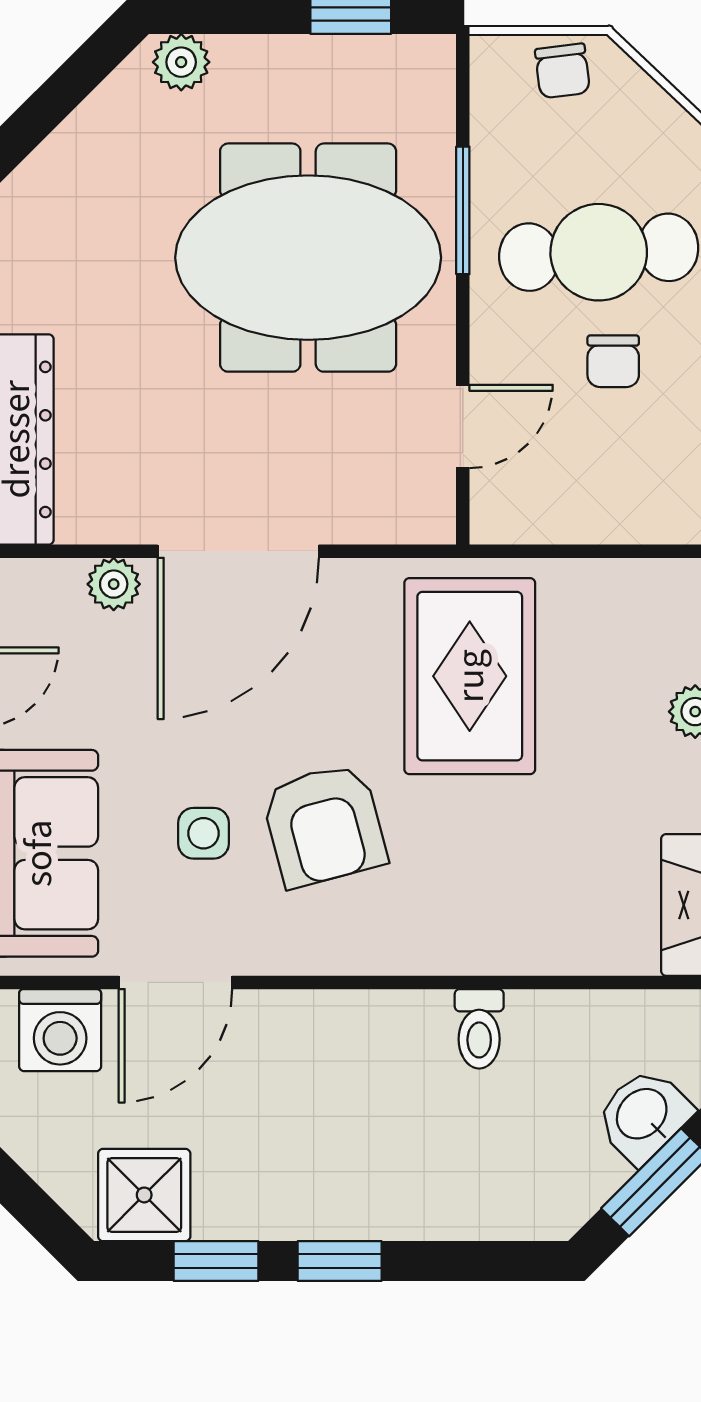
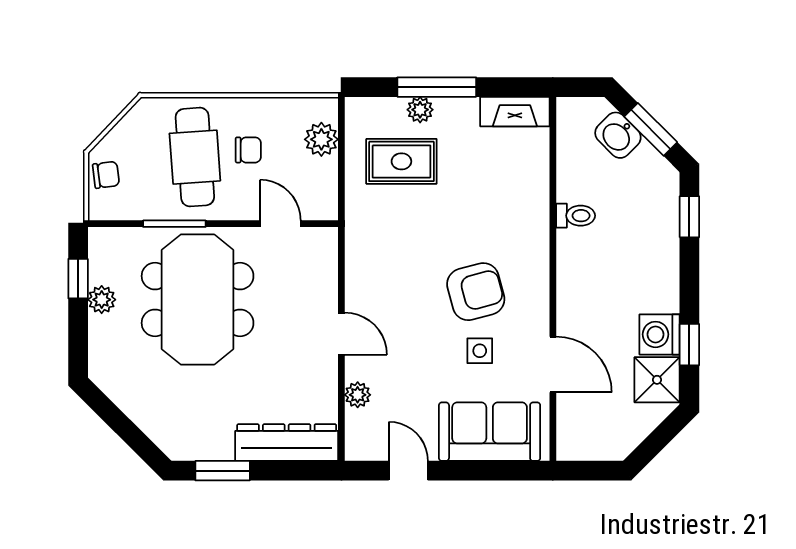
plant: (181, 62) -> (102, 300), moved
plant: (635, 510) -> (321, 139), added
door: (238, 551) -> (341, 334), width x0.53
rug: (470, 676) -> (401, 161), moved, width x0.73, depth x0.70
washing machine: (60, 1030) -> (660, 334), moved, turned 180
window: (340, 1261) -> (689, 217), moved

